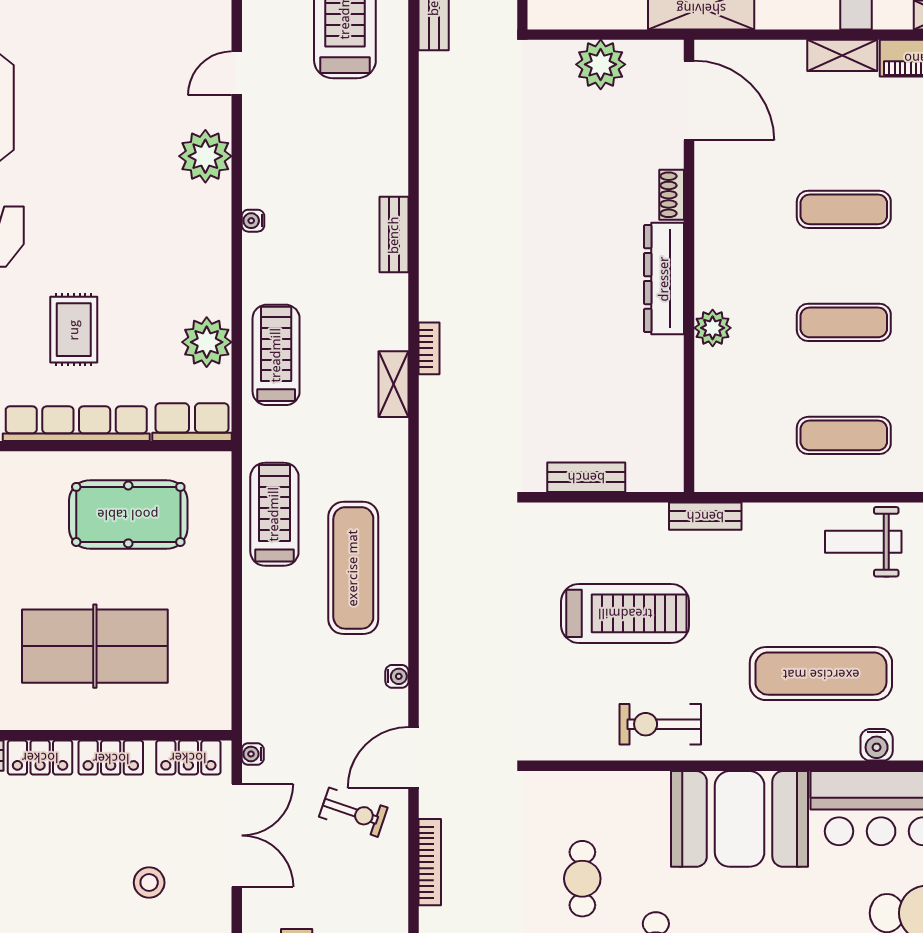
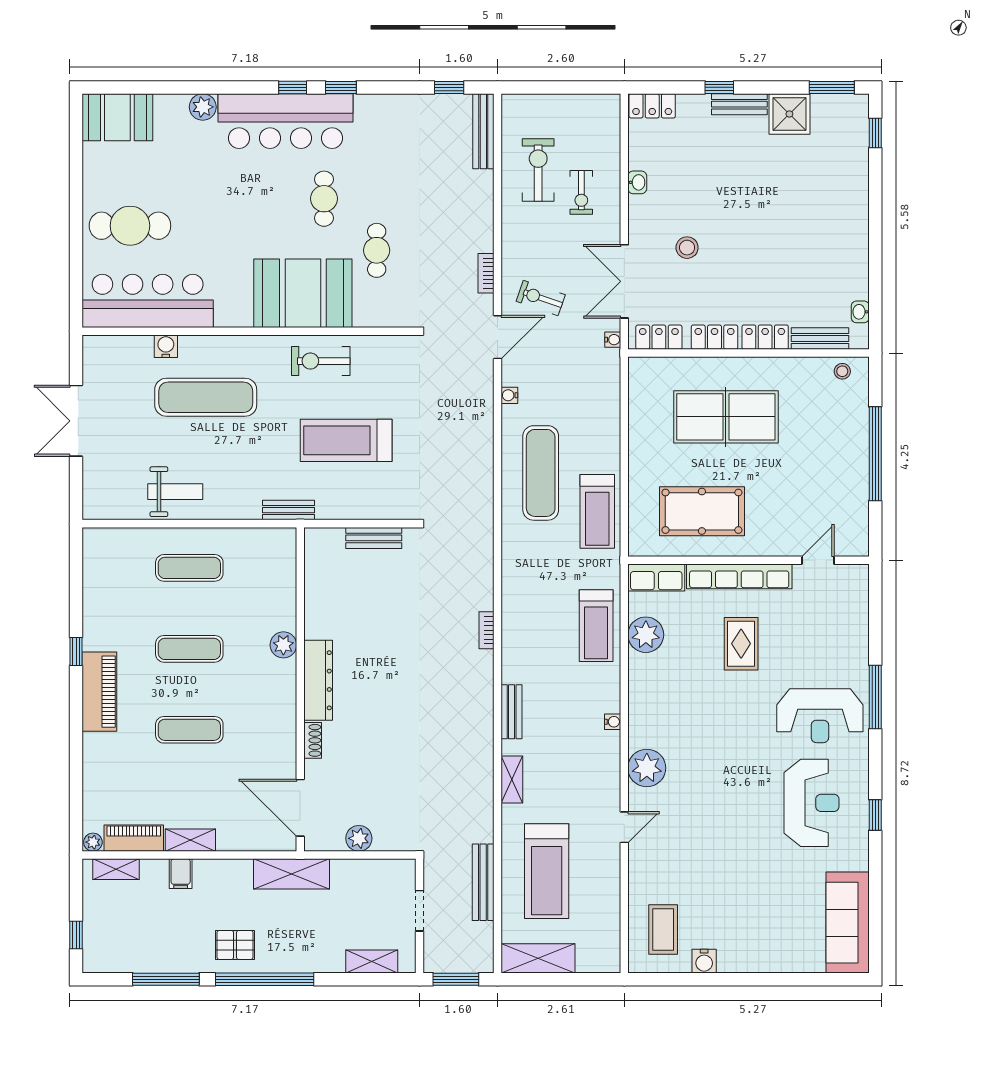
plant: (601, 64) -> (359, 838), width x0.73, depth x0.73
shelving: (394, 384) -> (512, 779), moved
exercise bike: (660, 724) -> (321, 361), turned 180
booth: (740, 819) -> (303, 293), moved
bookcase: (430, 862) -> (486, 273), width x0.64

